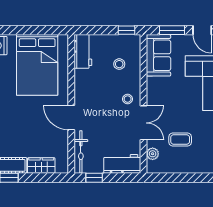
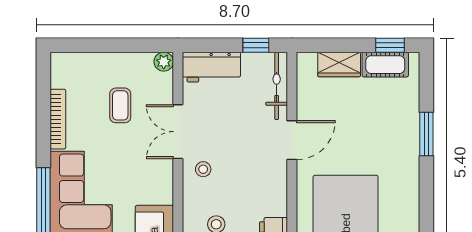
door: (71, 118) -> (292, 140), hinge flipped
coffee table: (180, 139) -> (120, 105), turned 90
plant: (153, 154) -> (164, 62), moved

